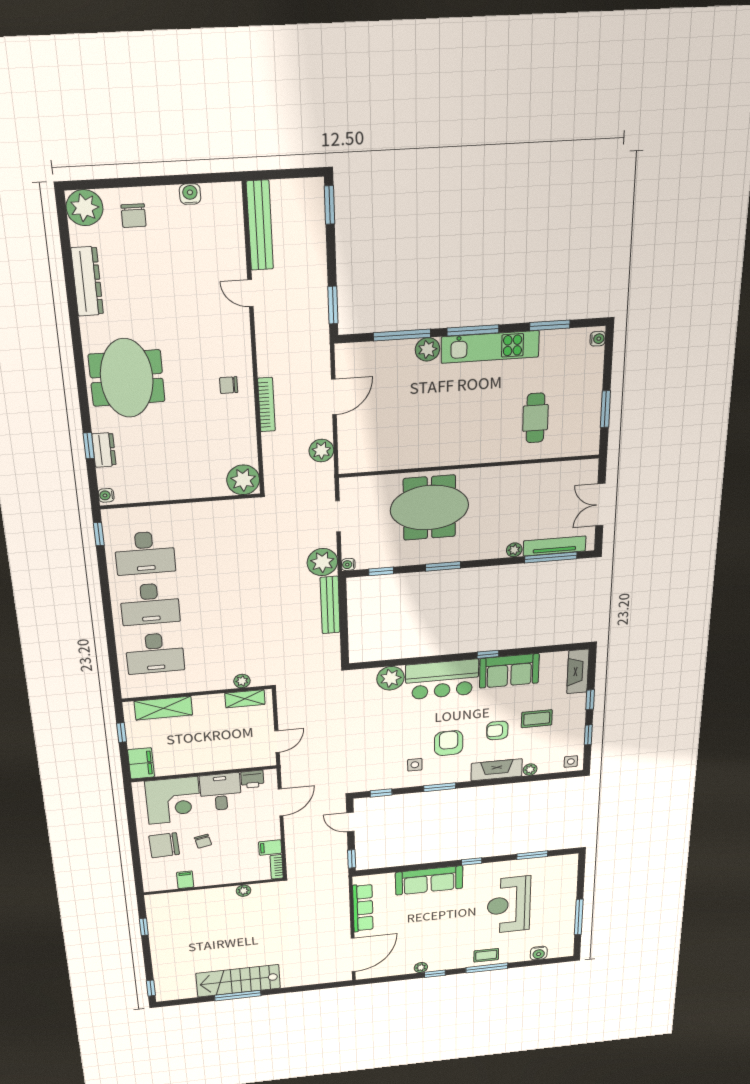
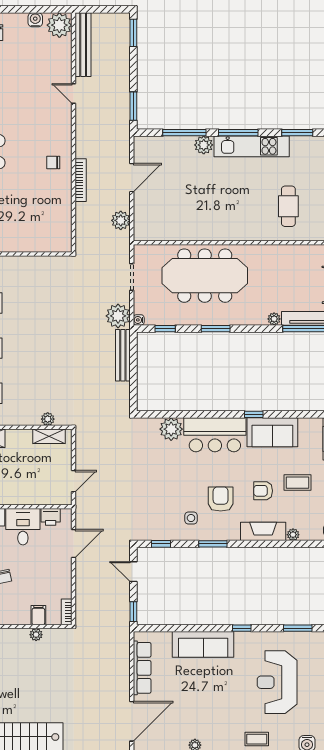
plant: (243, 480) -> (59, 25), moved
meeting table: (429, 508) -> (205, 276), width x1.36
filing cabinet: (270, 848) -> (38, 615), moved, turned 90

